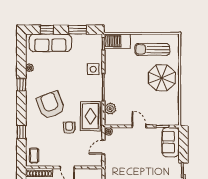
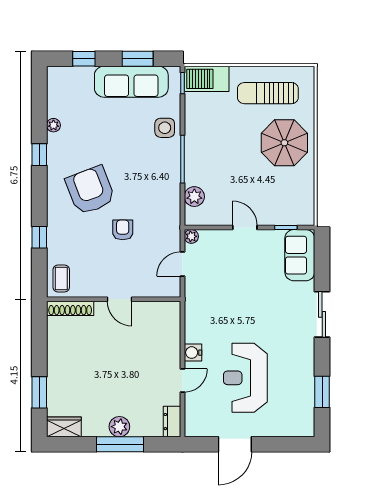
sofa: (50, 43) -> (131, 82), moved
rug: (90, 116) -> (160, 210), removed

